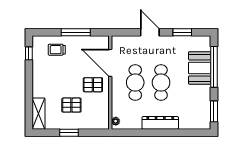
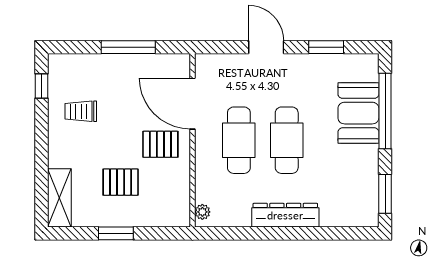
trolley: (57, 50) -> (81, 111), moved

